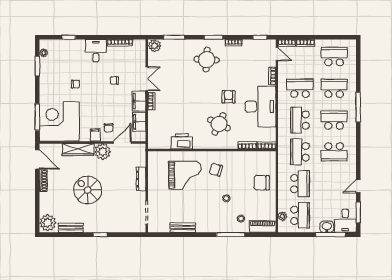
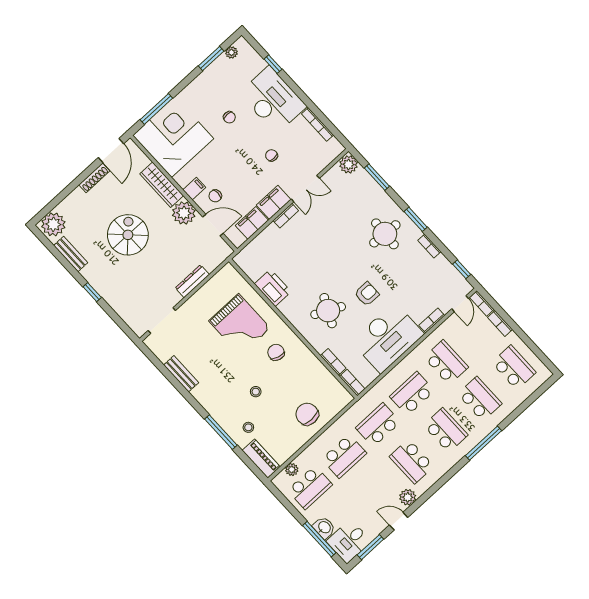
desk: (96, 51) -> (273, 100), width x1.87, depth x1.30
plant: (350, 171) -> (408, 497), added

